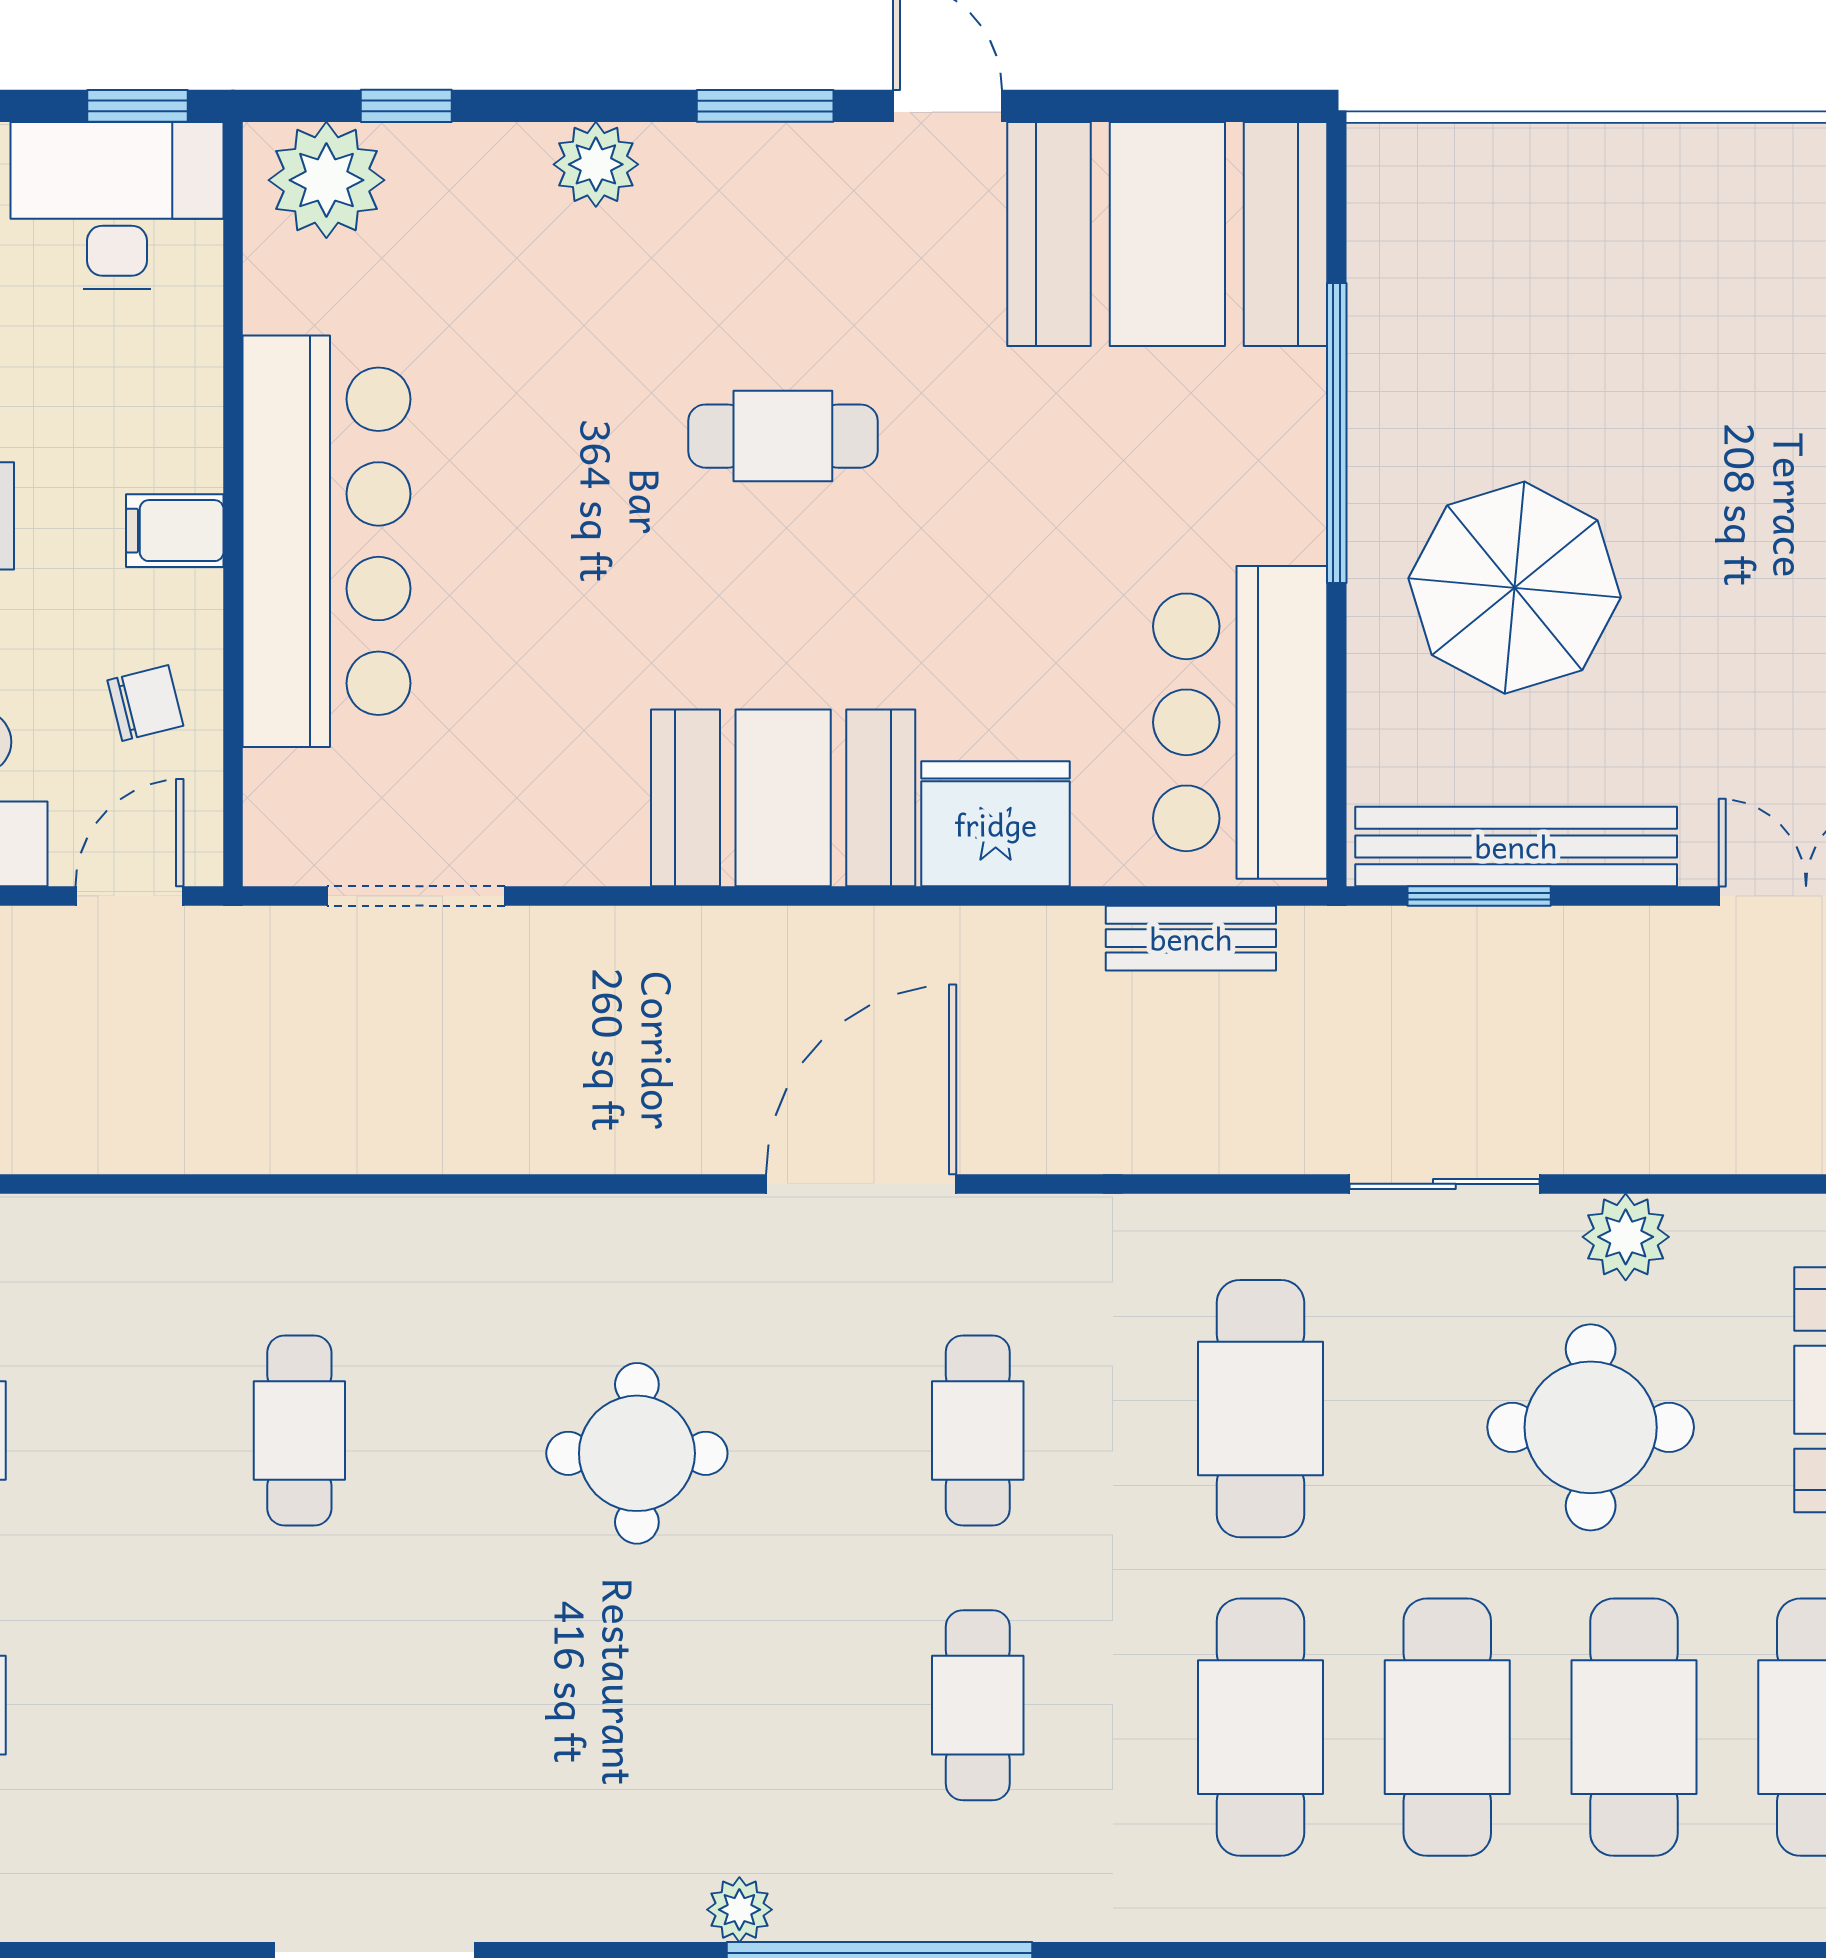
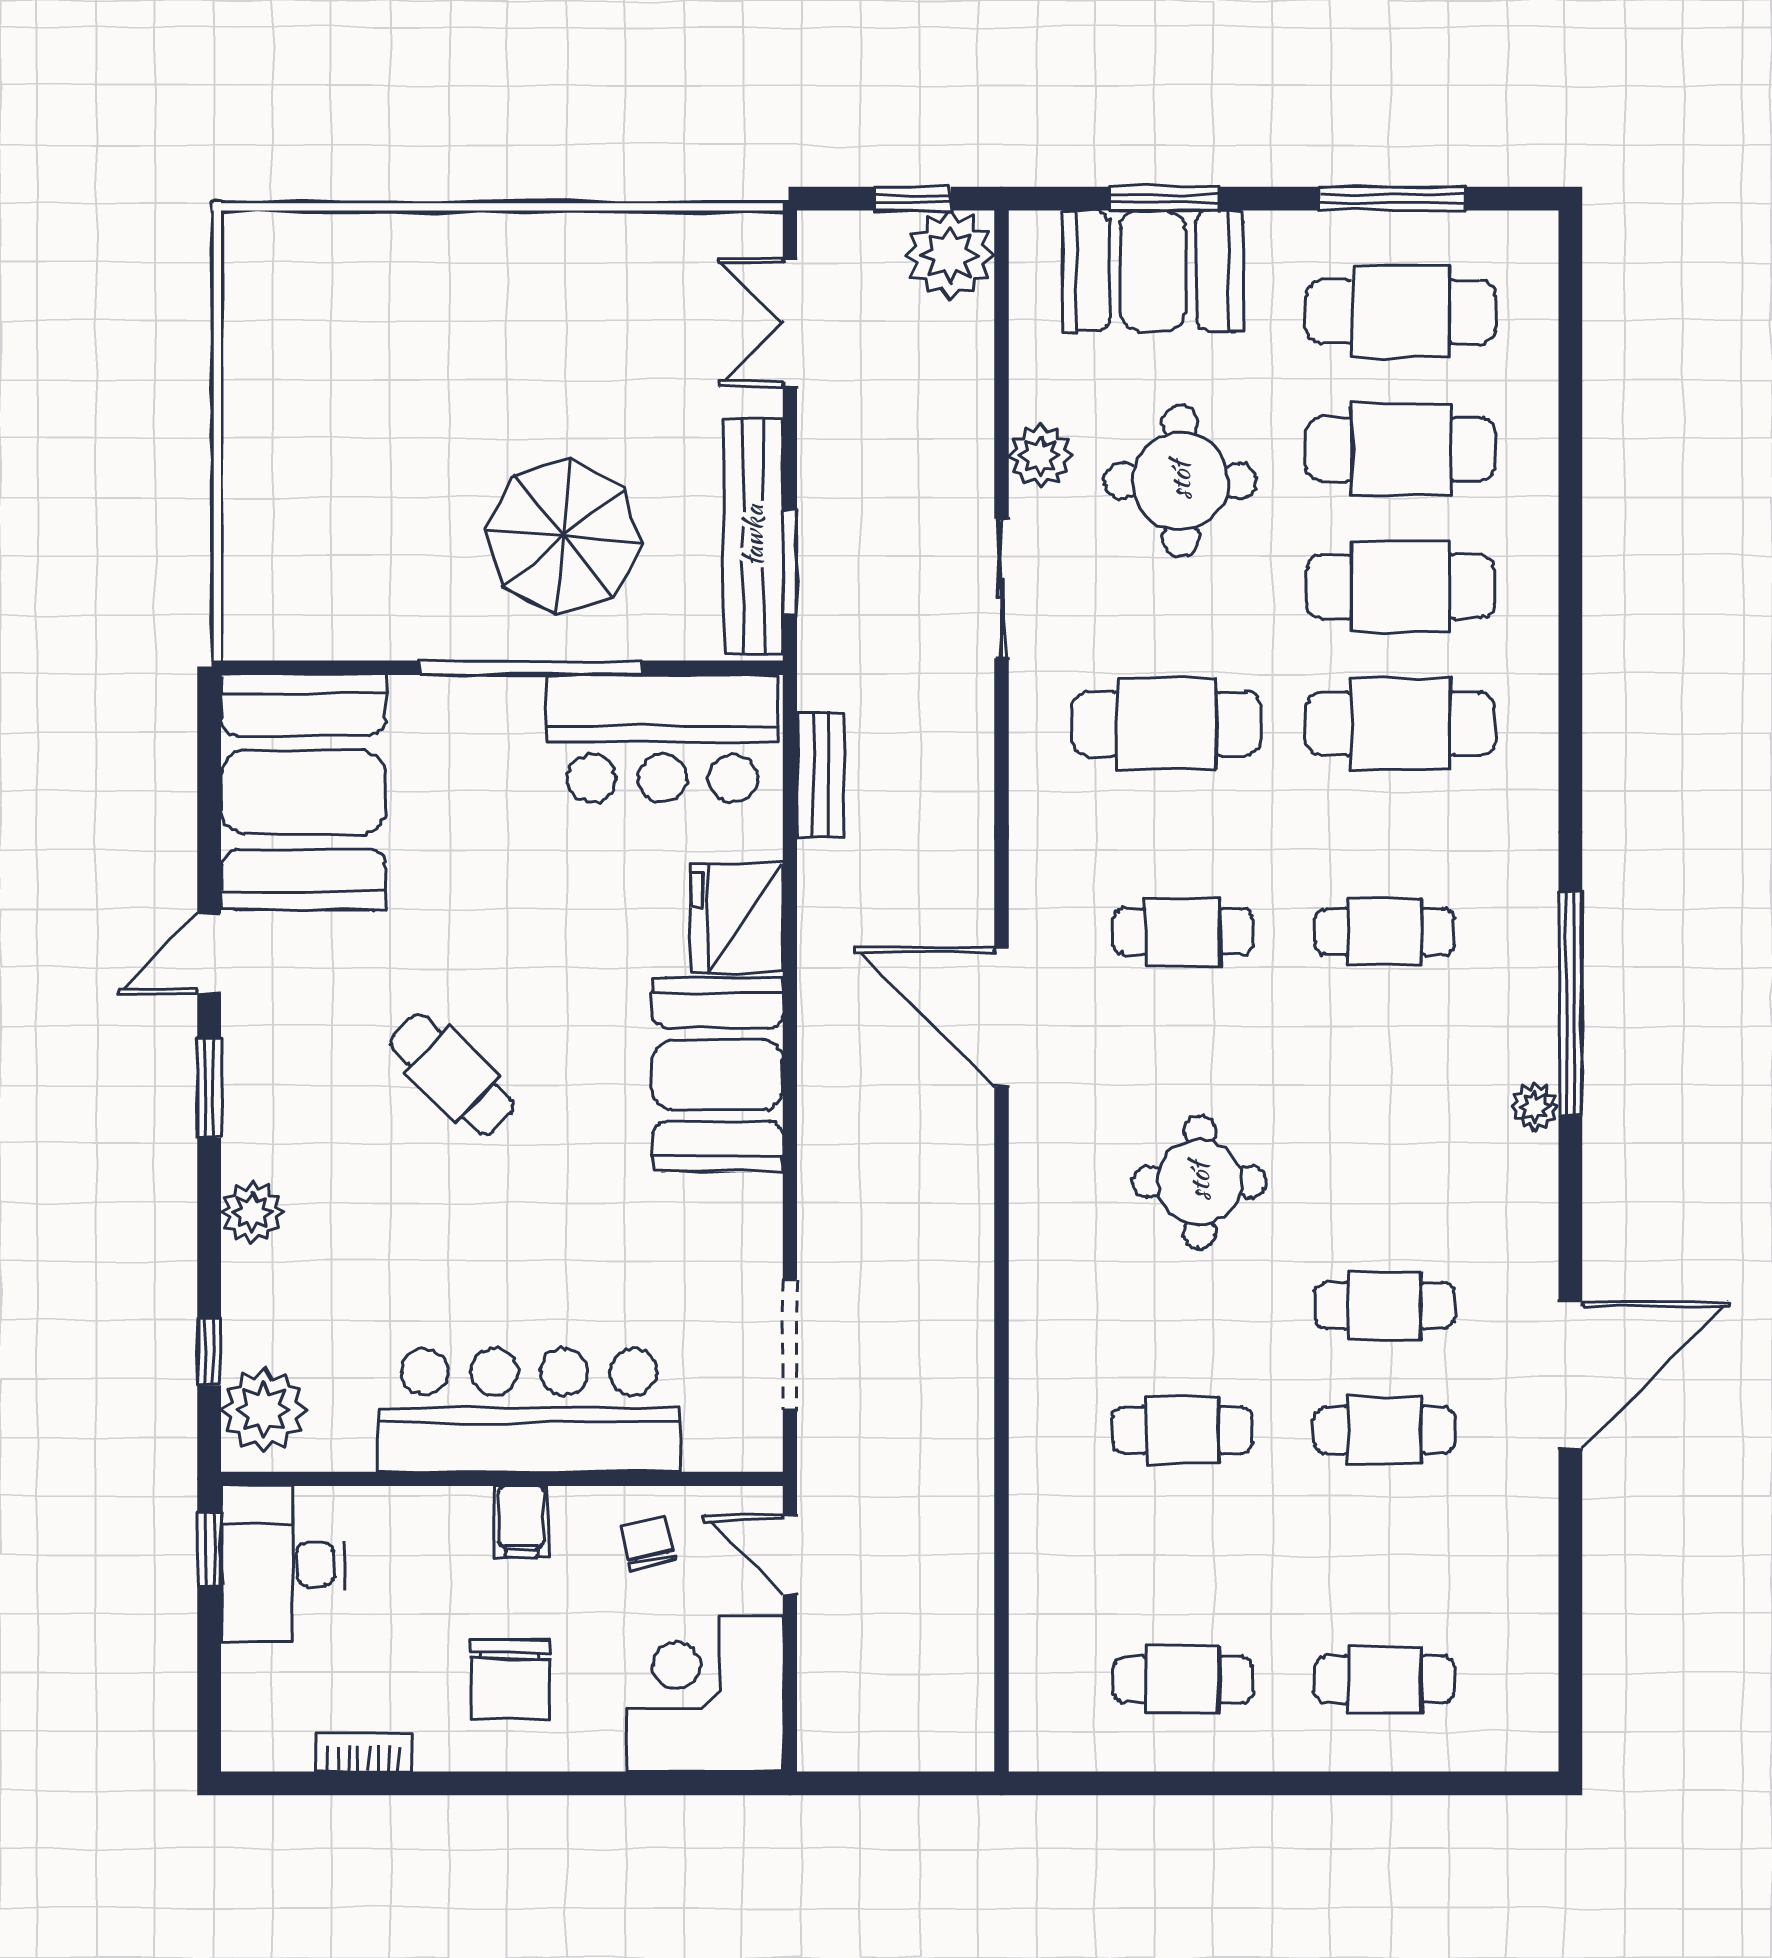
window: (1337, 433) -> (531, 668), moved
cafe table: (783, 436) -> (452, 1075), turned -46
cafe table: (299, 1705) -> (1385, 1430), added
cafe table: (469, 1705) -> (1385, 1305), added

